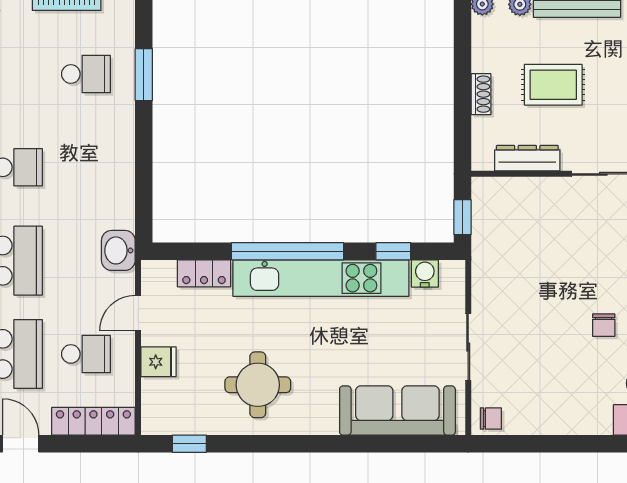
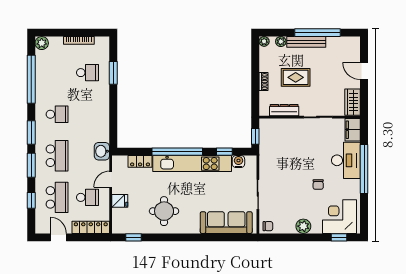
plant: (570, 419) -> (303, 226), added

